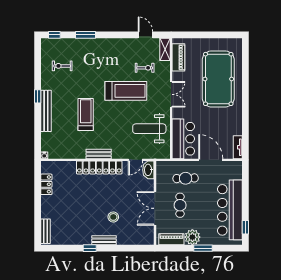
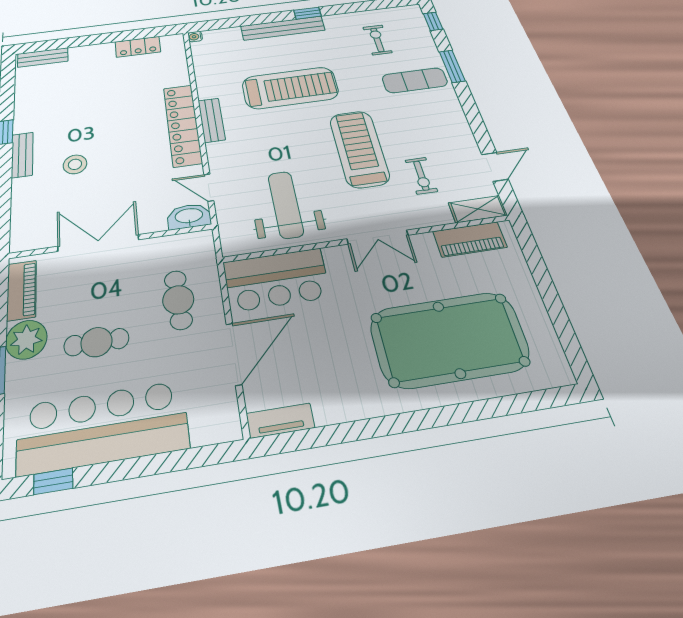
exercise mat: (91, 55) -> (415, 80), added
treadmill: (126, 91) -> (359, 149), turned 180
treadmill: (86, 115) -> (290, 88), width x1.37, depth x1.38
cafe table: (180, 205) -> (97, 342), moved

